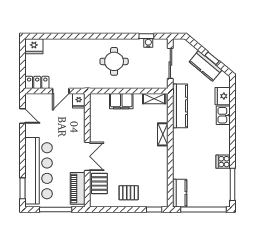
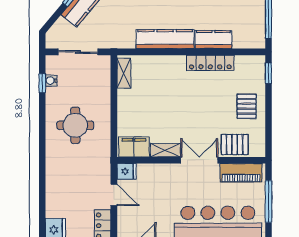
filing cabinet: (121, 101) -> (134, 147), moved, turned -90
kitchen counter: (180, 106) -> (165, 39), moved
shelving: (163, 134) -> (165, 150), moved
locker: (162, 165) -> (210, 63), added
kitchen counter: (180, 193) -> (213, 40), moved

